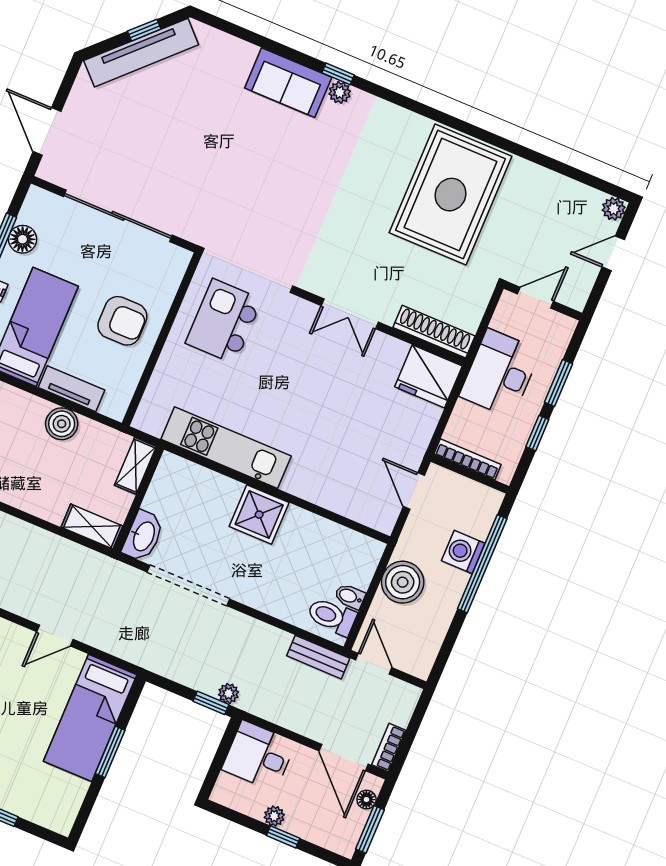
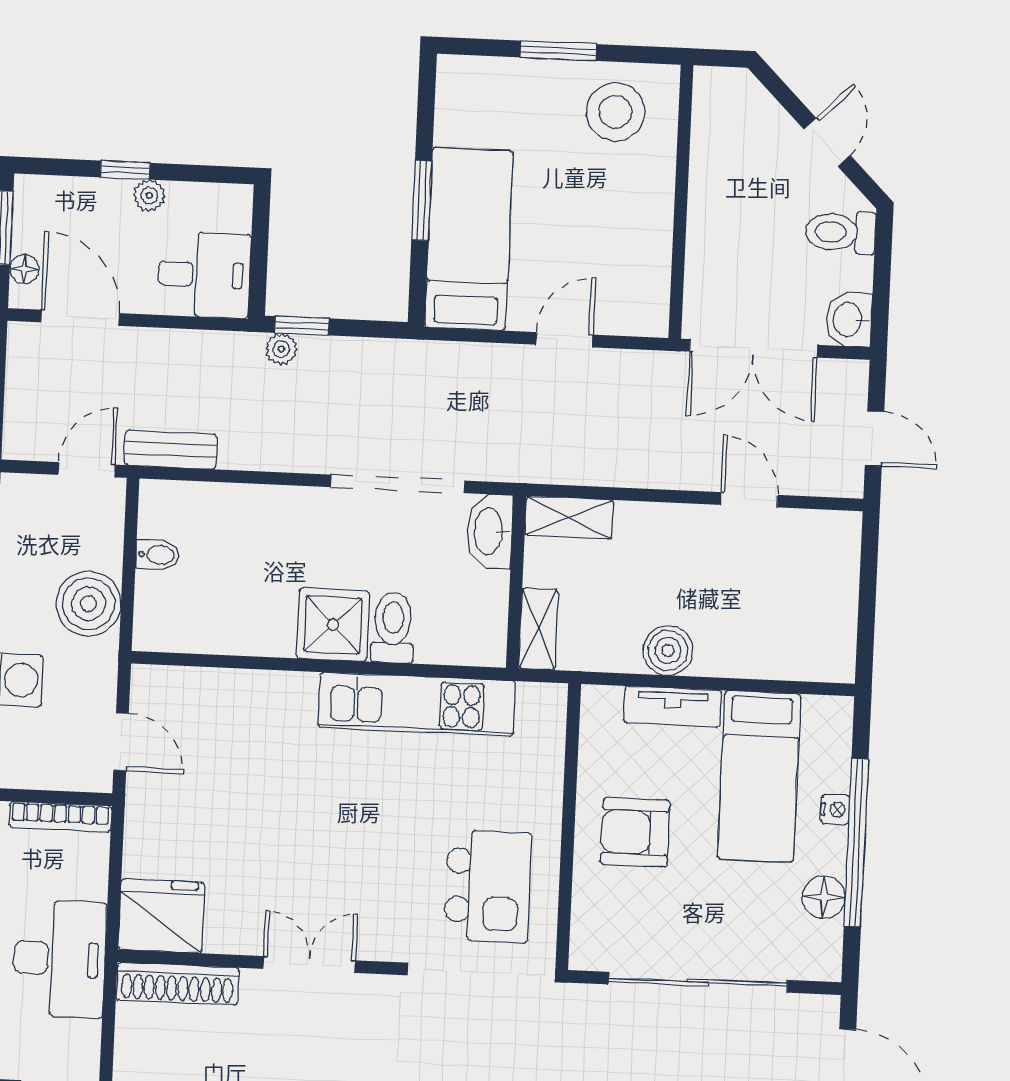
toilet: (332, 616) -> (393, 628), moved, turned -90
door: (374, 664) -> (87, 470), swing flipped
bookcase: (389, 748) -> (20, 356), removed

